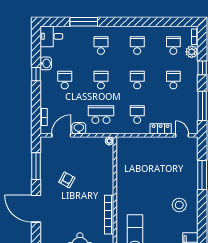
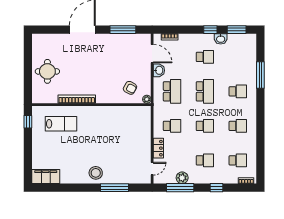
desk: (51, 36) -> (246, 44), removed
window: (36, 47) -> (237, 30), added
plant: (192, 52) -> (182, 178), moved
school desk: (101, 80) -> (205, 91), width x1.85
armchair: (67, 180) -> (130, 88), moved
stool: (179, 205) -> (96, 173), moved

